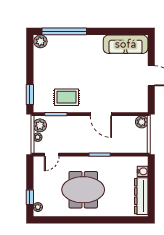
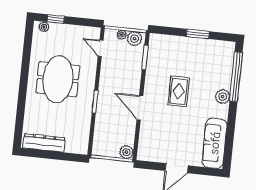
plant: (40, 41) -> (223, 97), moved
window: (30, 94) -> (198, 34), moved
rug: (66, 97) -> (179, 91), moved
door: (101, 114) -> (140, 108), hinge flipped
water cooler: (143, 171) -> (71, 147), removed

